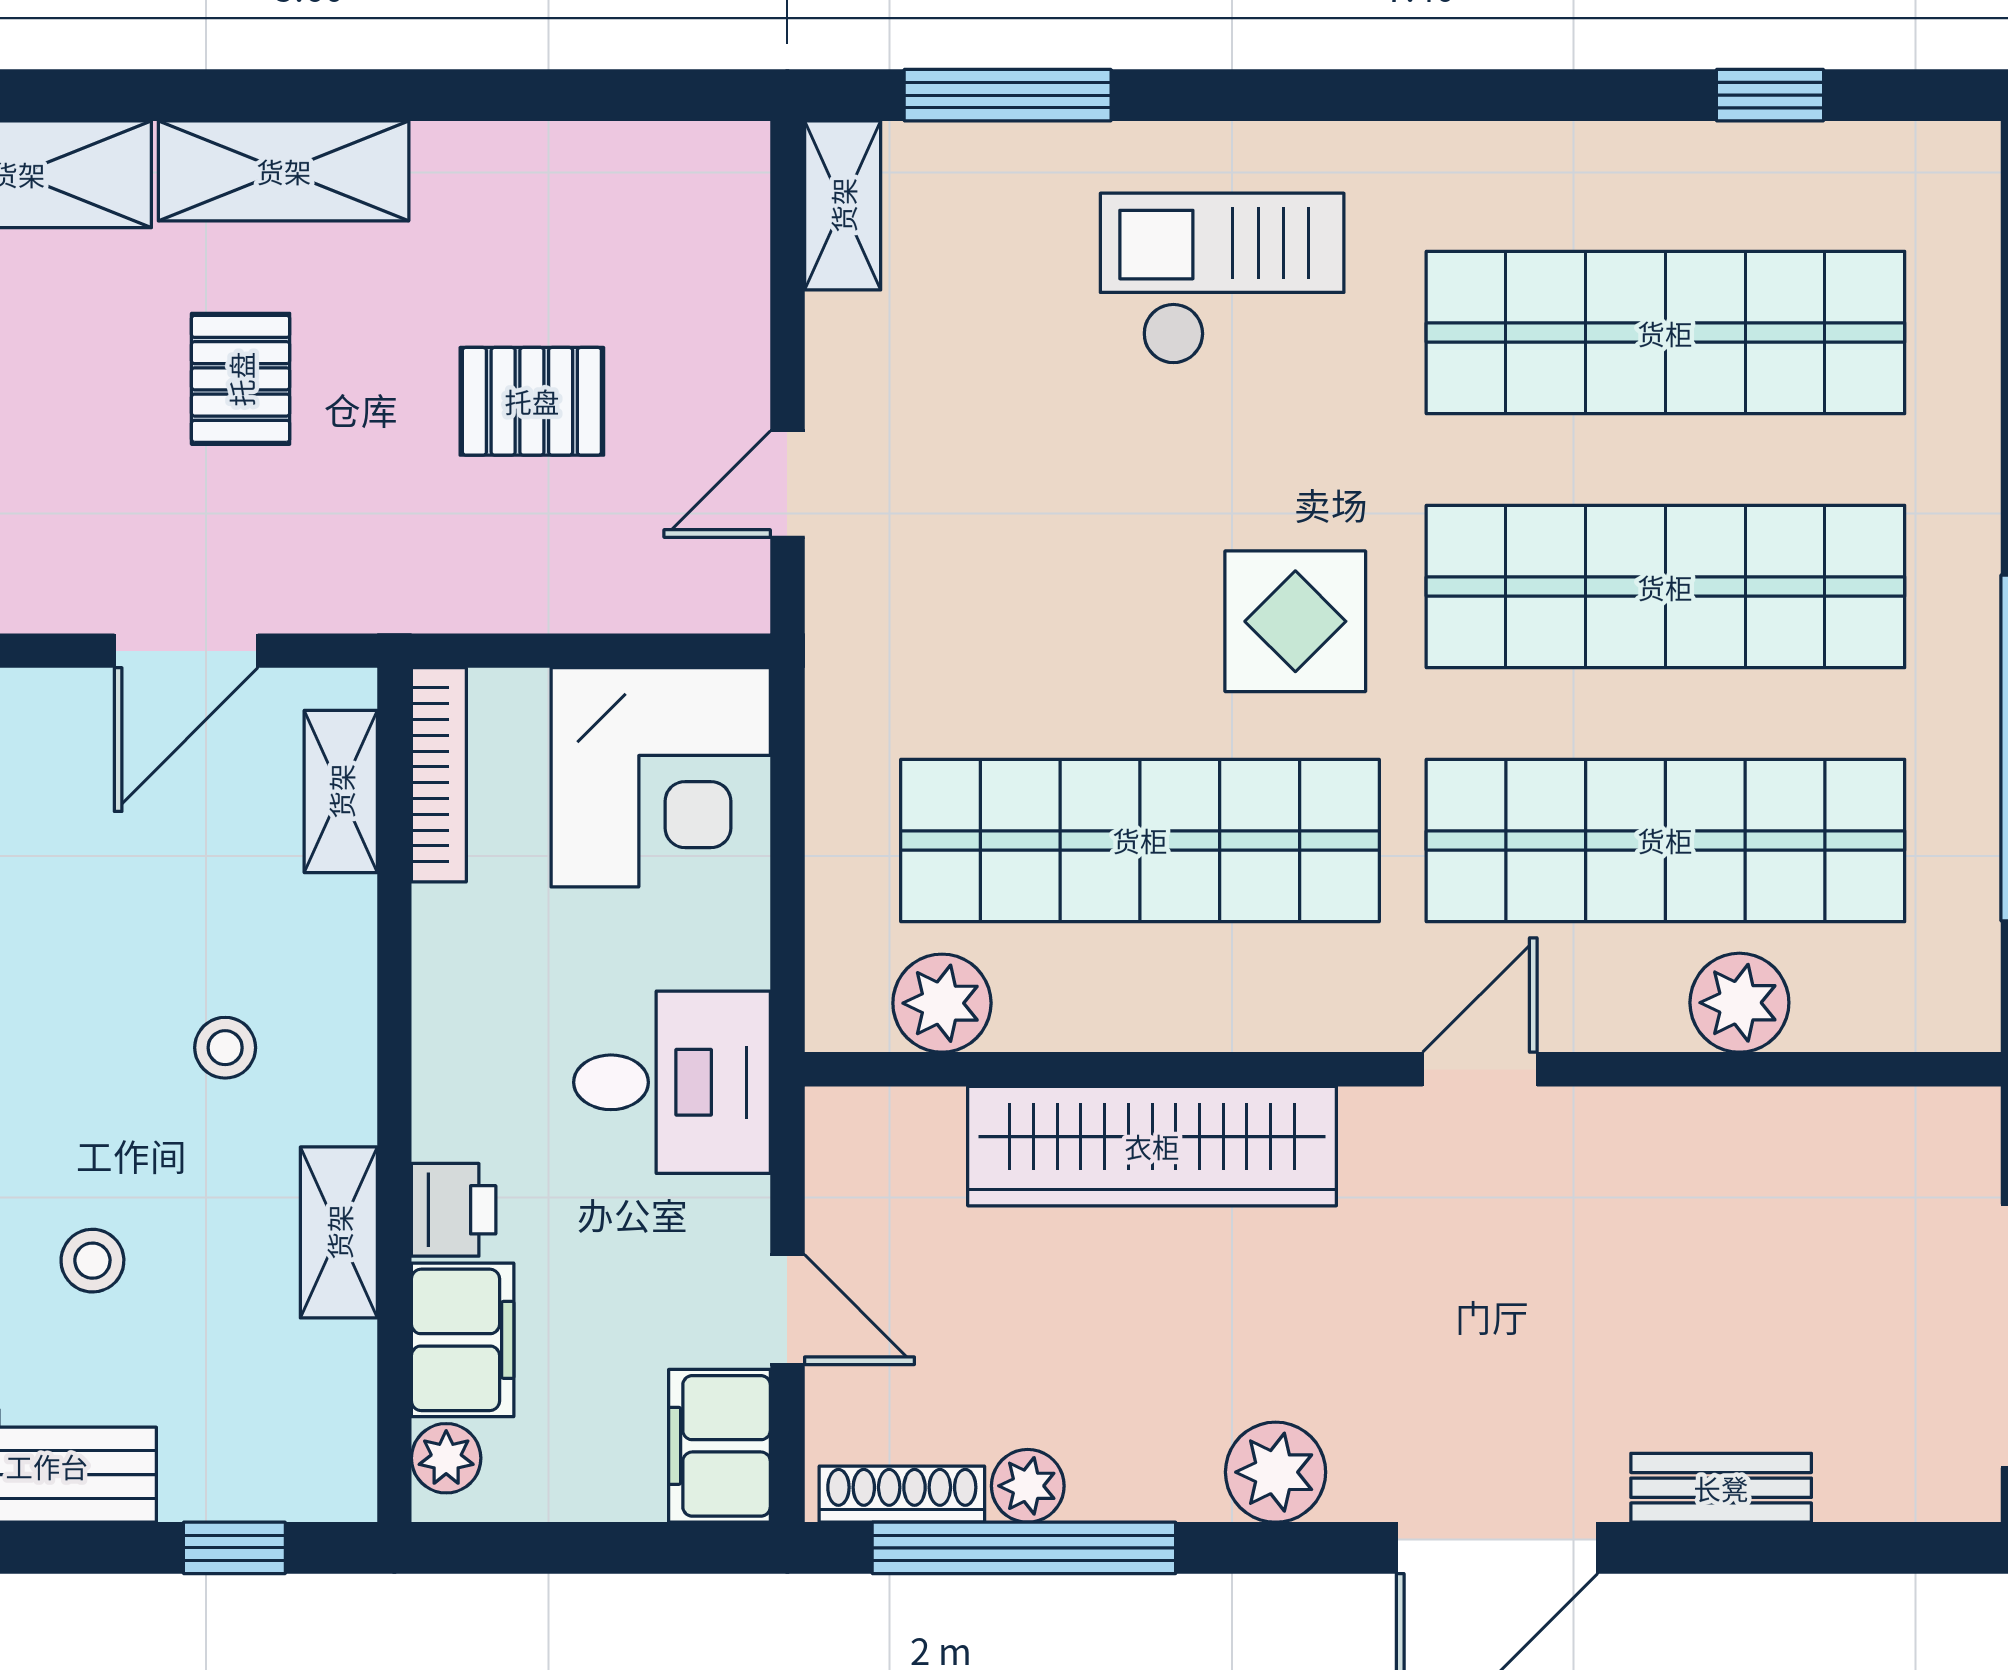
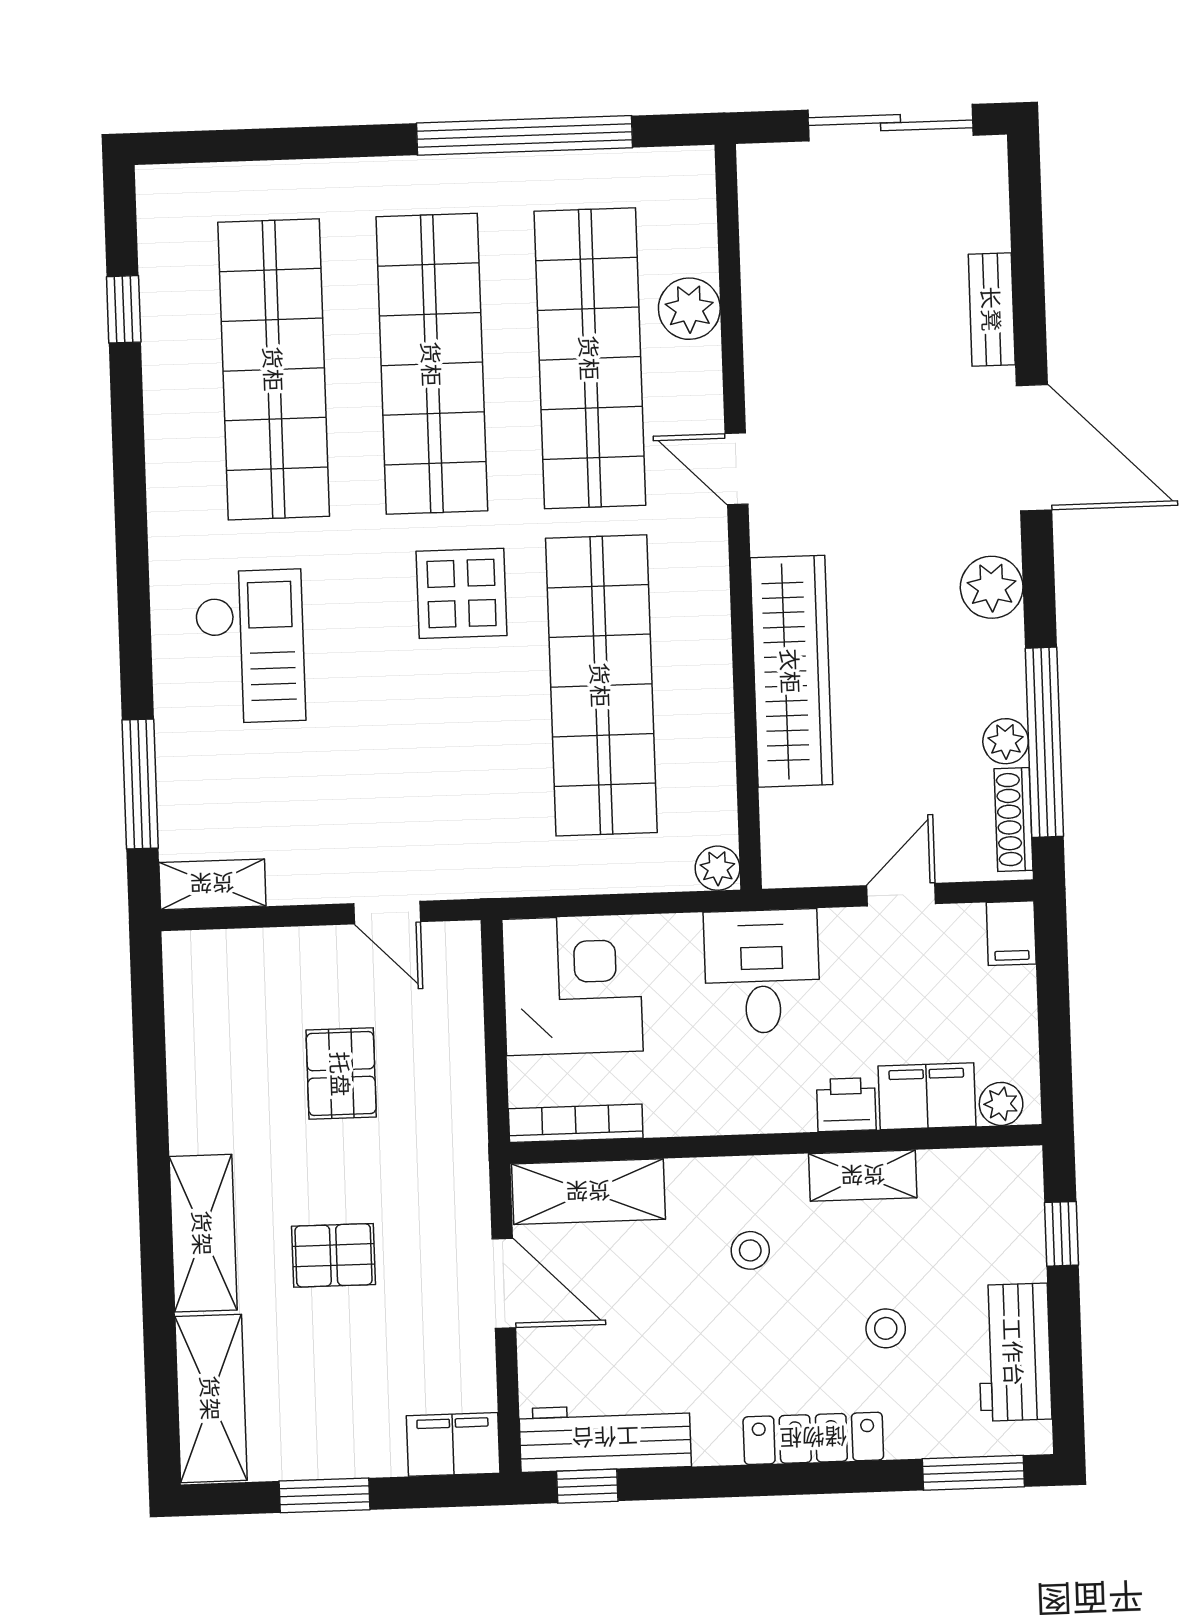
checkout: (1222, 279) -> (250, 646), turned 180
shelving: (341, 791) -> (588, 1192), width x1.50, depth x1.33
plant: (942, 1003) -> (717, 868), moved, width x0.73, depth x0.73
filing cabinet: (719, 1446) -> (1011, 933), width x0.50

